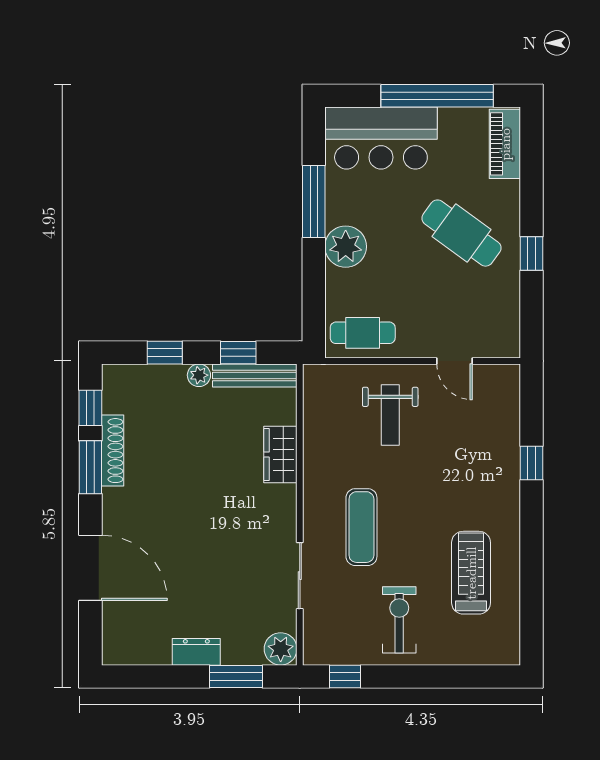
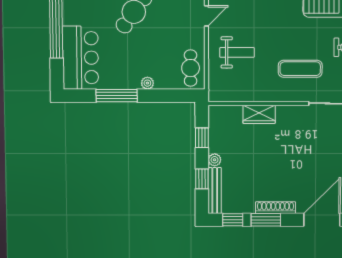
plant: (346, 247) -> (147, 83), width x0.53, depth x0.53
bench: (255, 375) -> (215, 191), moved
shoe rack: (113, 451) -> (275, 208), moved

